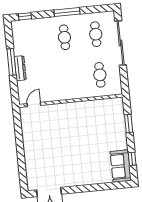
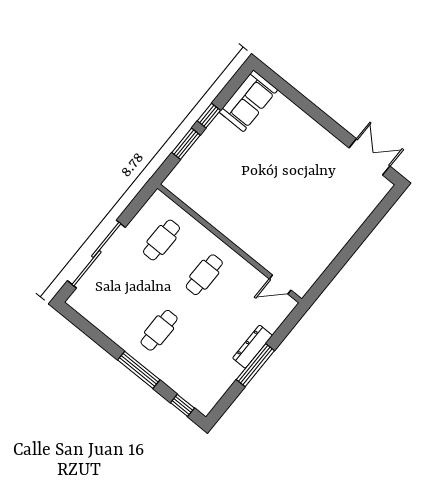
window: (67, 12) -> (139, 370), moved
cafe table: (96, 34) -> (204, 275), moved
window: (132, 159) -> (209, 116), moved

